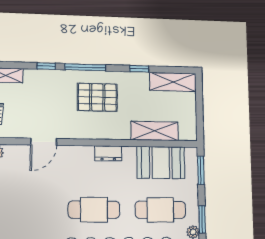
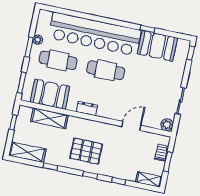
window: (85, 67) -> (90, 175), width x0.46
window: (200, 117) -> (13, 122), added

